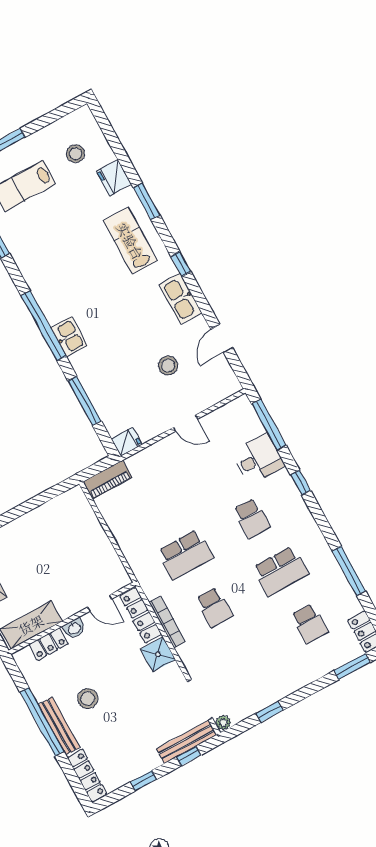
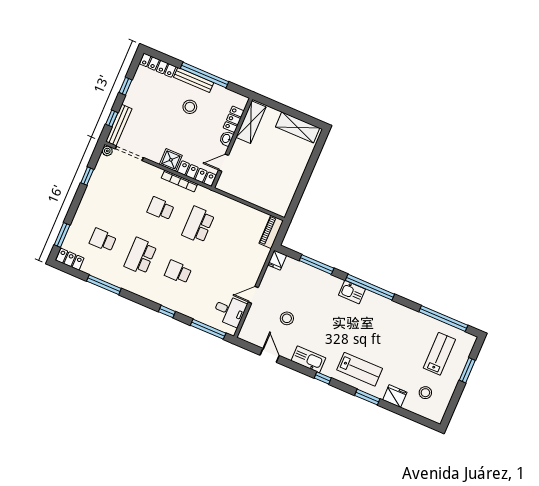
desk: (258, 459) -> (230, 311), moved, turned -90

